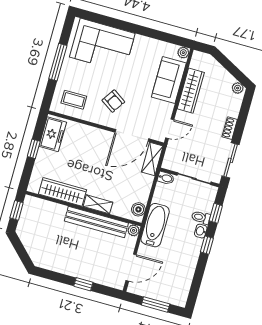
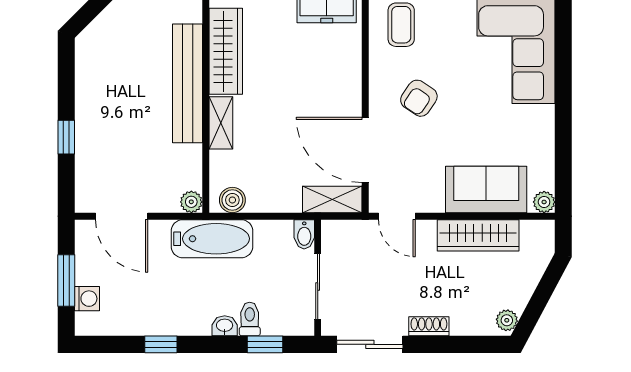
bench: (96, 222) -> (188, 83), moved
window: (207, 245) -> (161, 344), moved
washing machine: (168, 297) -> (87, 299), added

